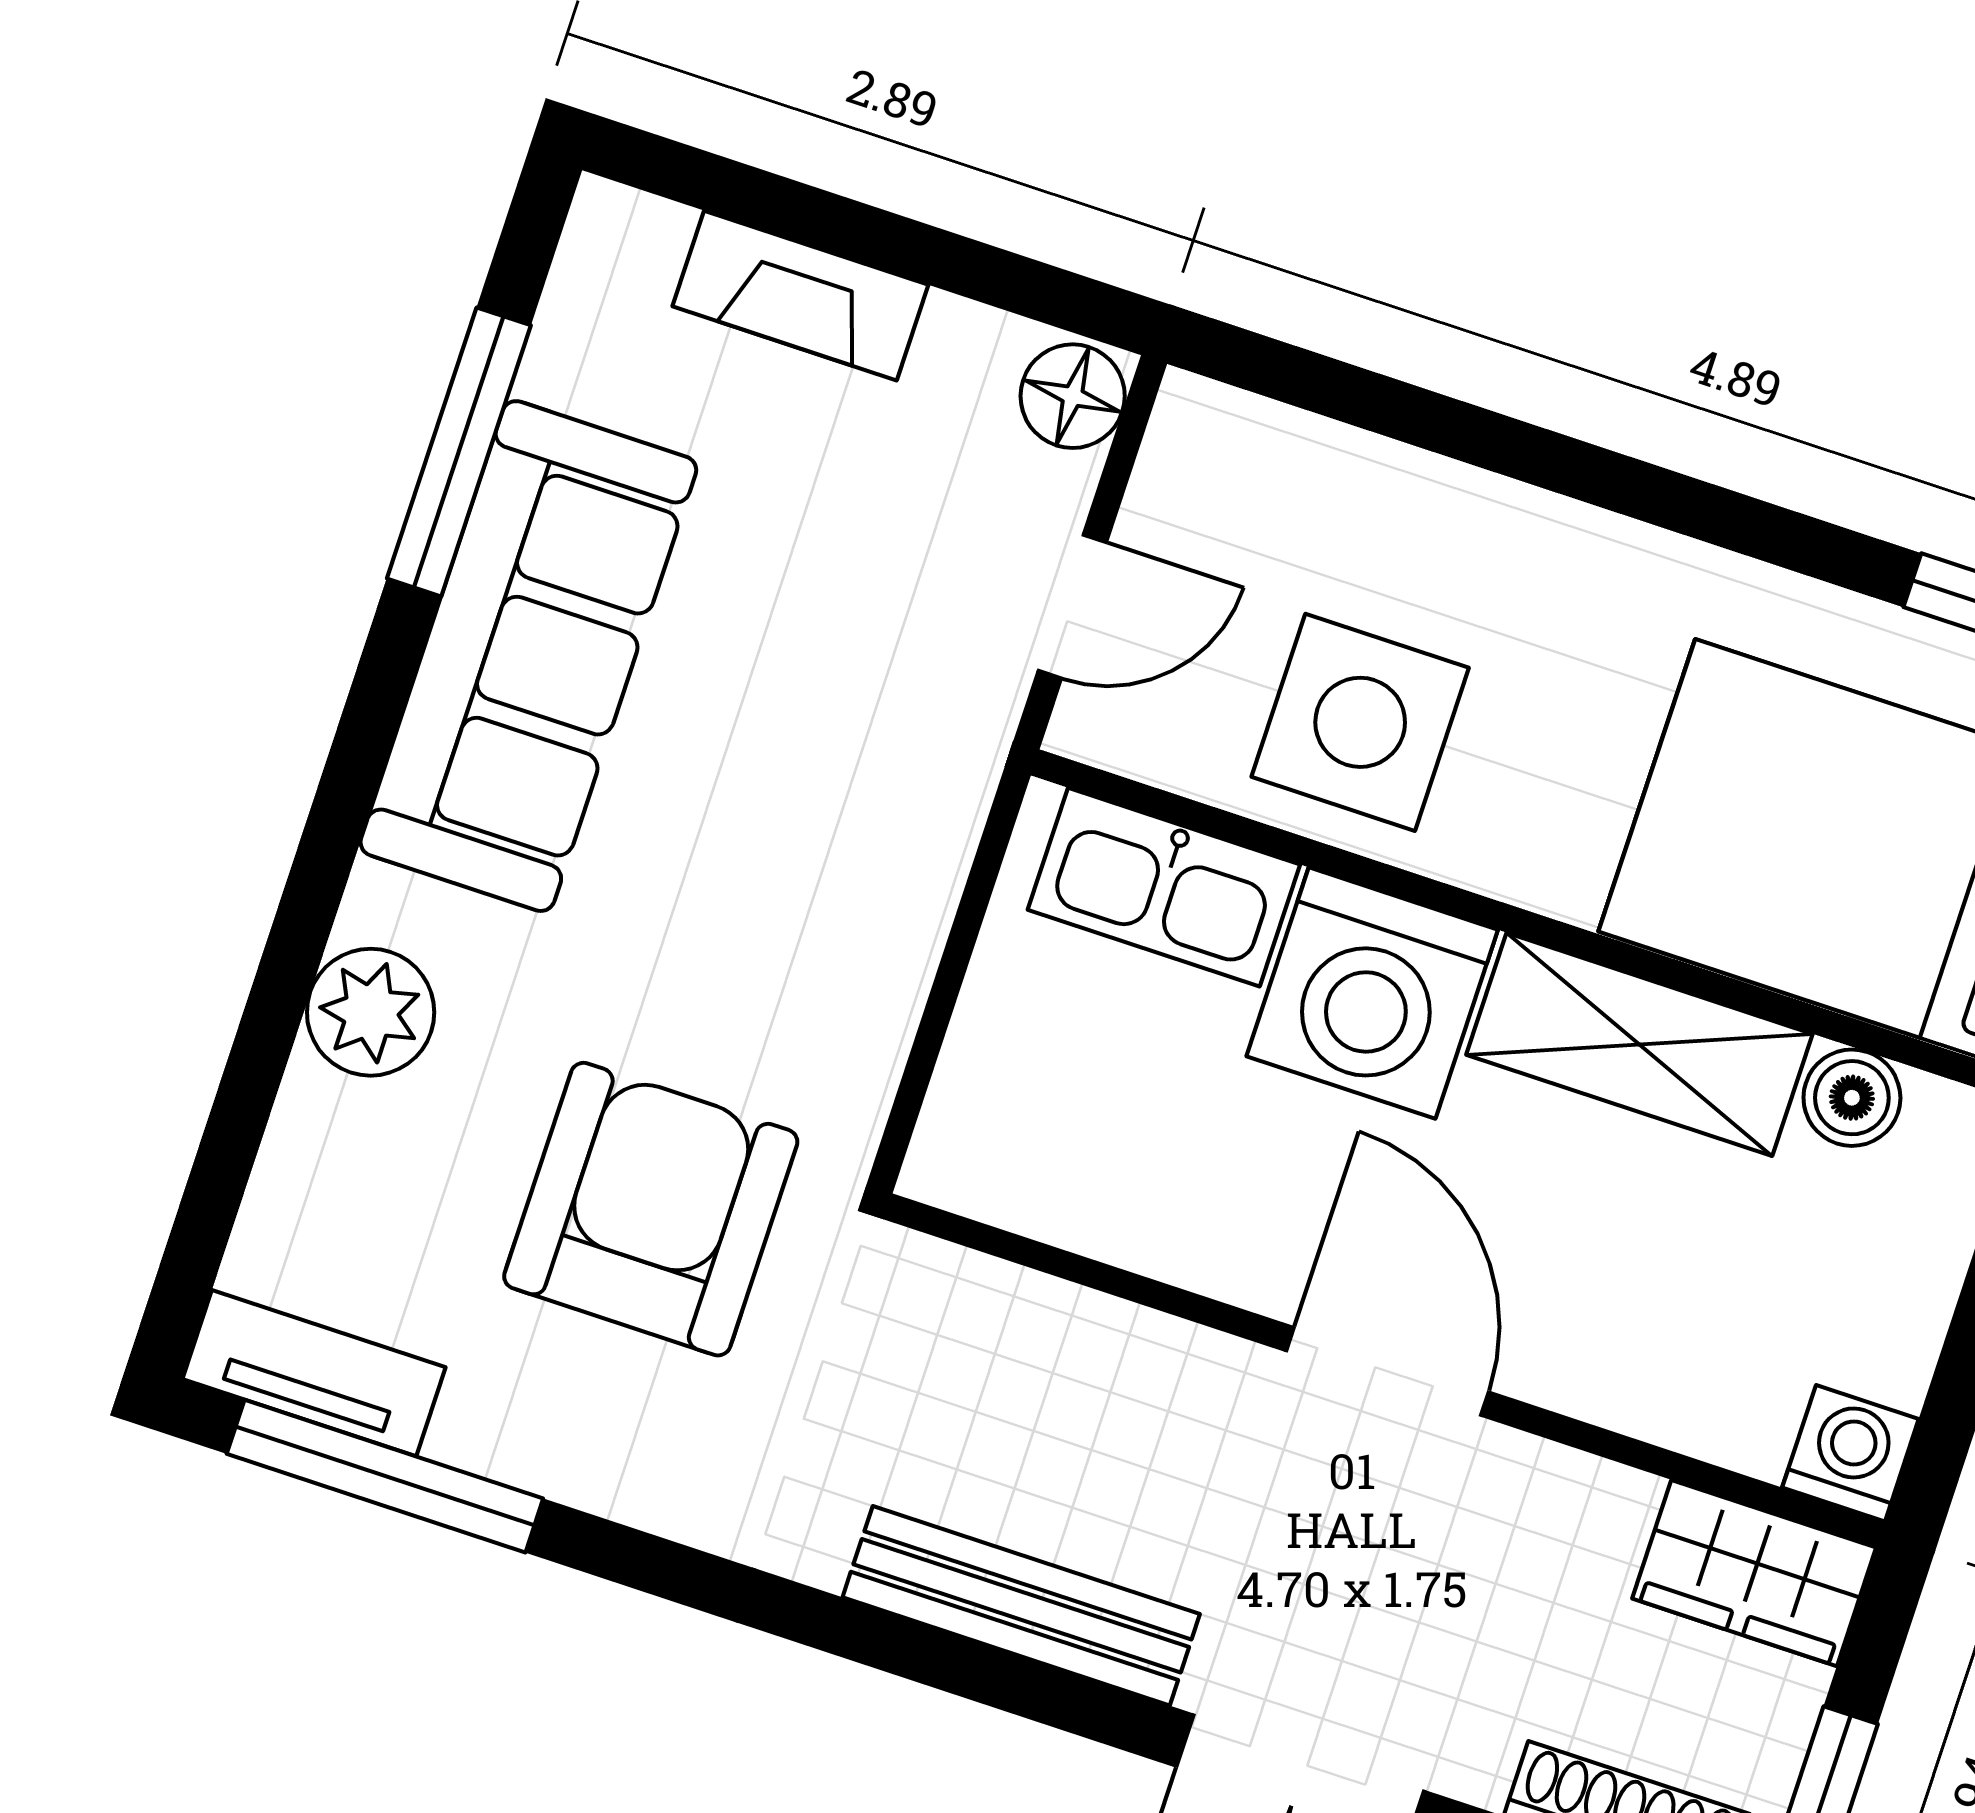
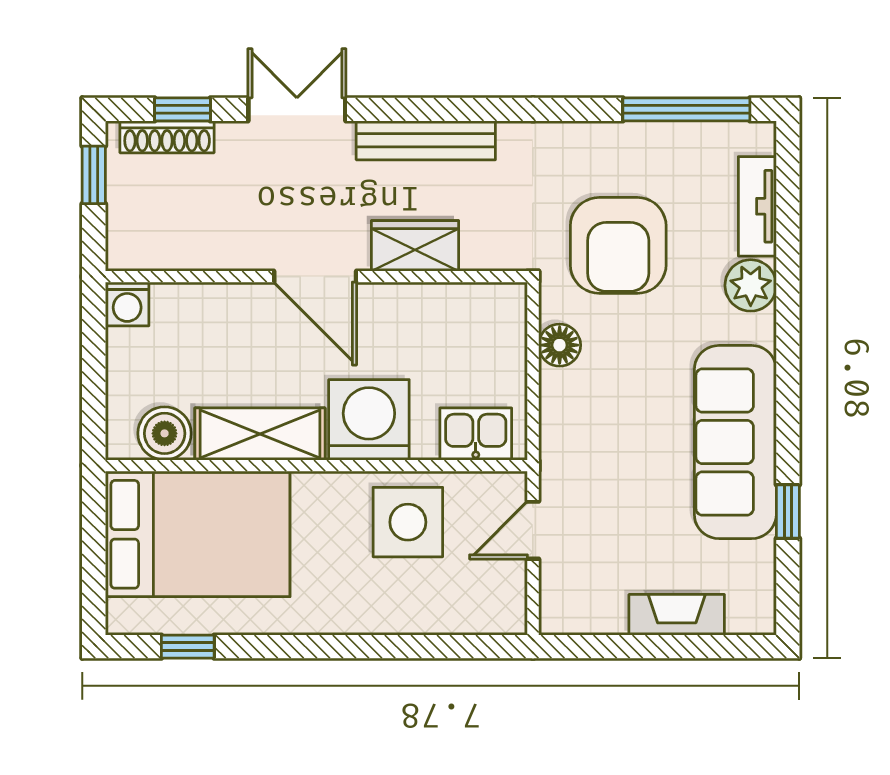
floor lamp: (1073, 396) -> (560, 345), moved
window: (459, 452) -> (788, 511), width x0.46
kitchen sink: (1164, 887) -> (476, 434), width x0.73
boiler: (1852, 1098) -> (165, 433), width x1.36, depth x1.36
tv unit: (314, 1373) -> (757, 206), moved, turned 90
wardrobe: (1754, 1573) -> (415, 246), moved

